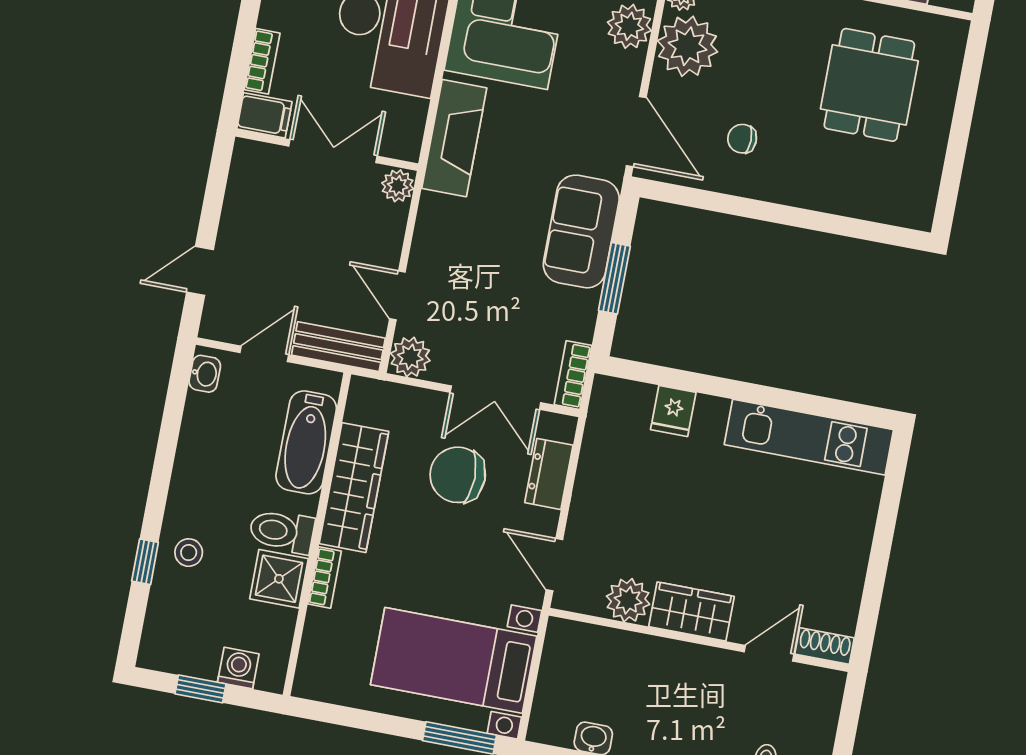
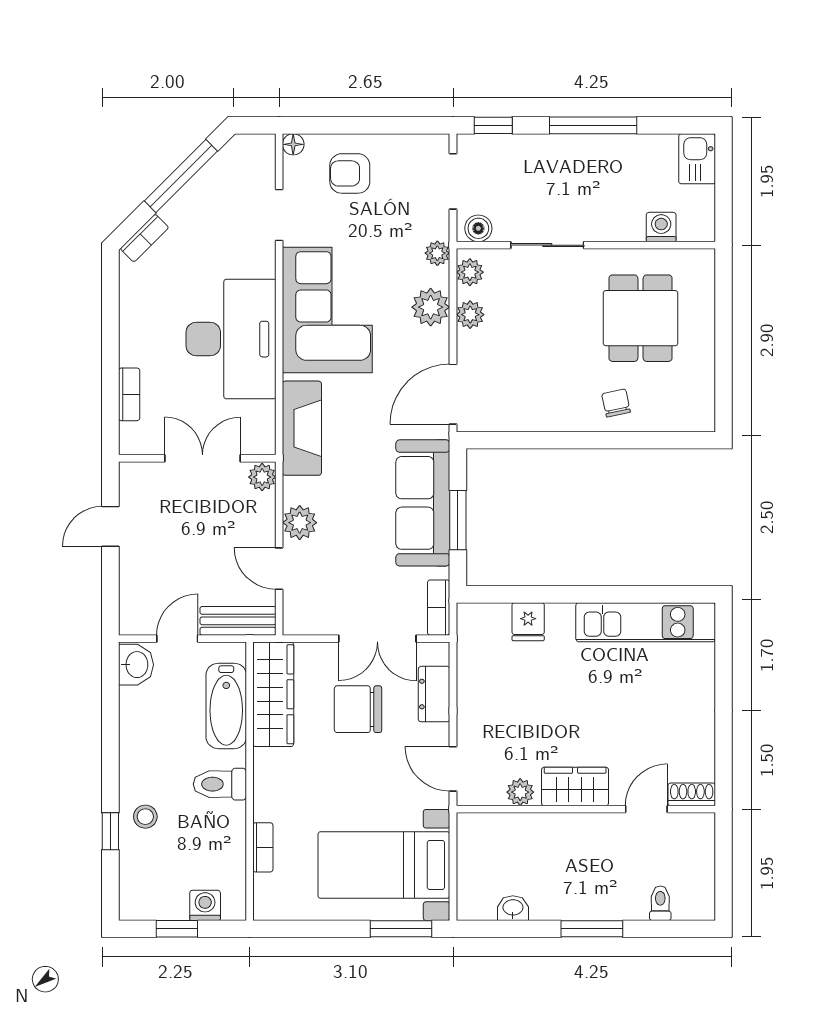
plant: (688, 46) -> (470, 315), width x0.53, depth x0.53
filing cabinet: (264, 115) -> (140, 439), removed
door: (636, 132) -> (453, 394), swing flipped
chair: (742, 139) -> (616, 403), moved, turned 78
sofa: (581, 231) -> (423, 503), width x1.36
door: (200, 271) -> (110, 526), moved
plant: (410, 357) -> (300, 523), moved
washbasin: (205, 374) -> (136, 665), width x1.38, depth x1.45
wardrobe: (354, 488) -> (273, 694), moved
bookcase: (325, 577) -> (263, 847), moved
shower: (279, 579) -> (225, 824), removed
plant: (628, 600) -> (520, 792), width x0.73, depth x0.73

